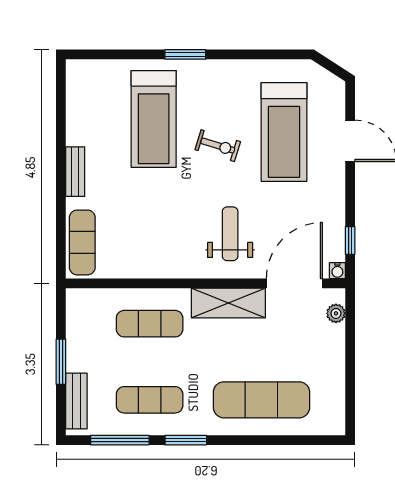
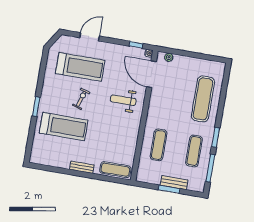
shelving: (228, 303) -> (155, 107), removed
bench: (76, 401) -> (174, 183), moved

